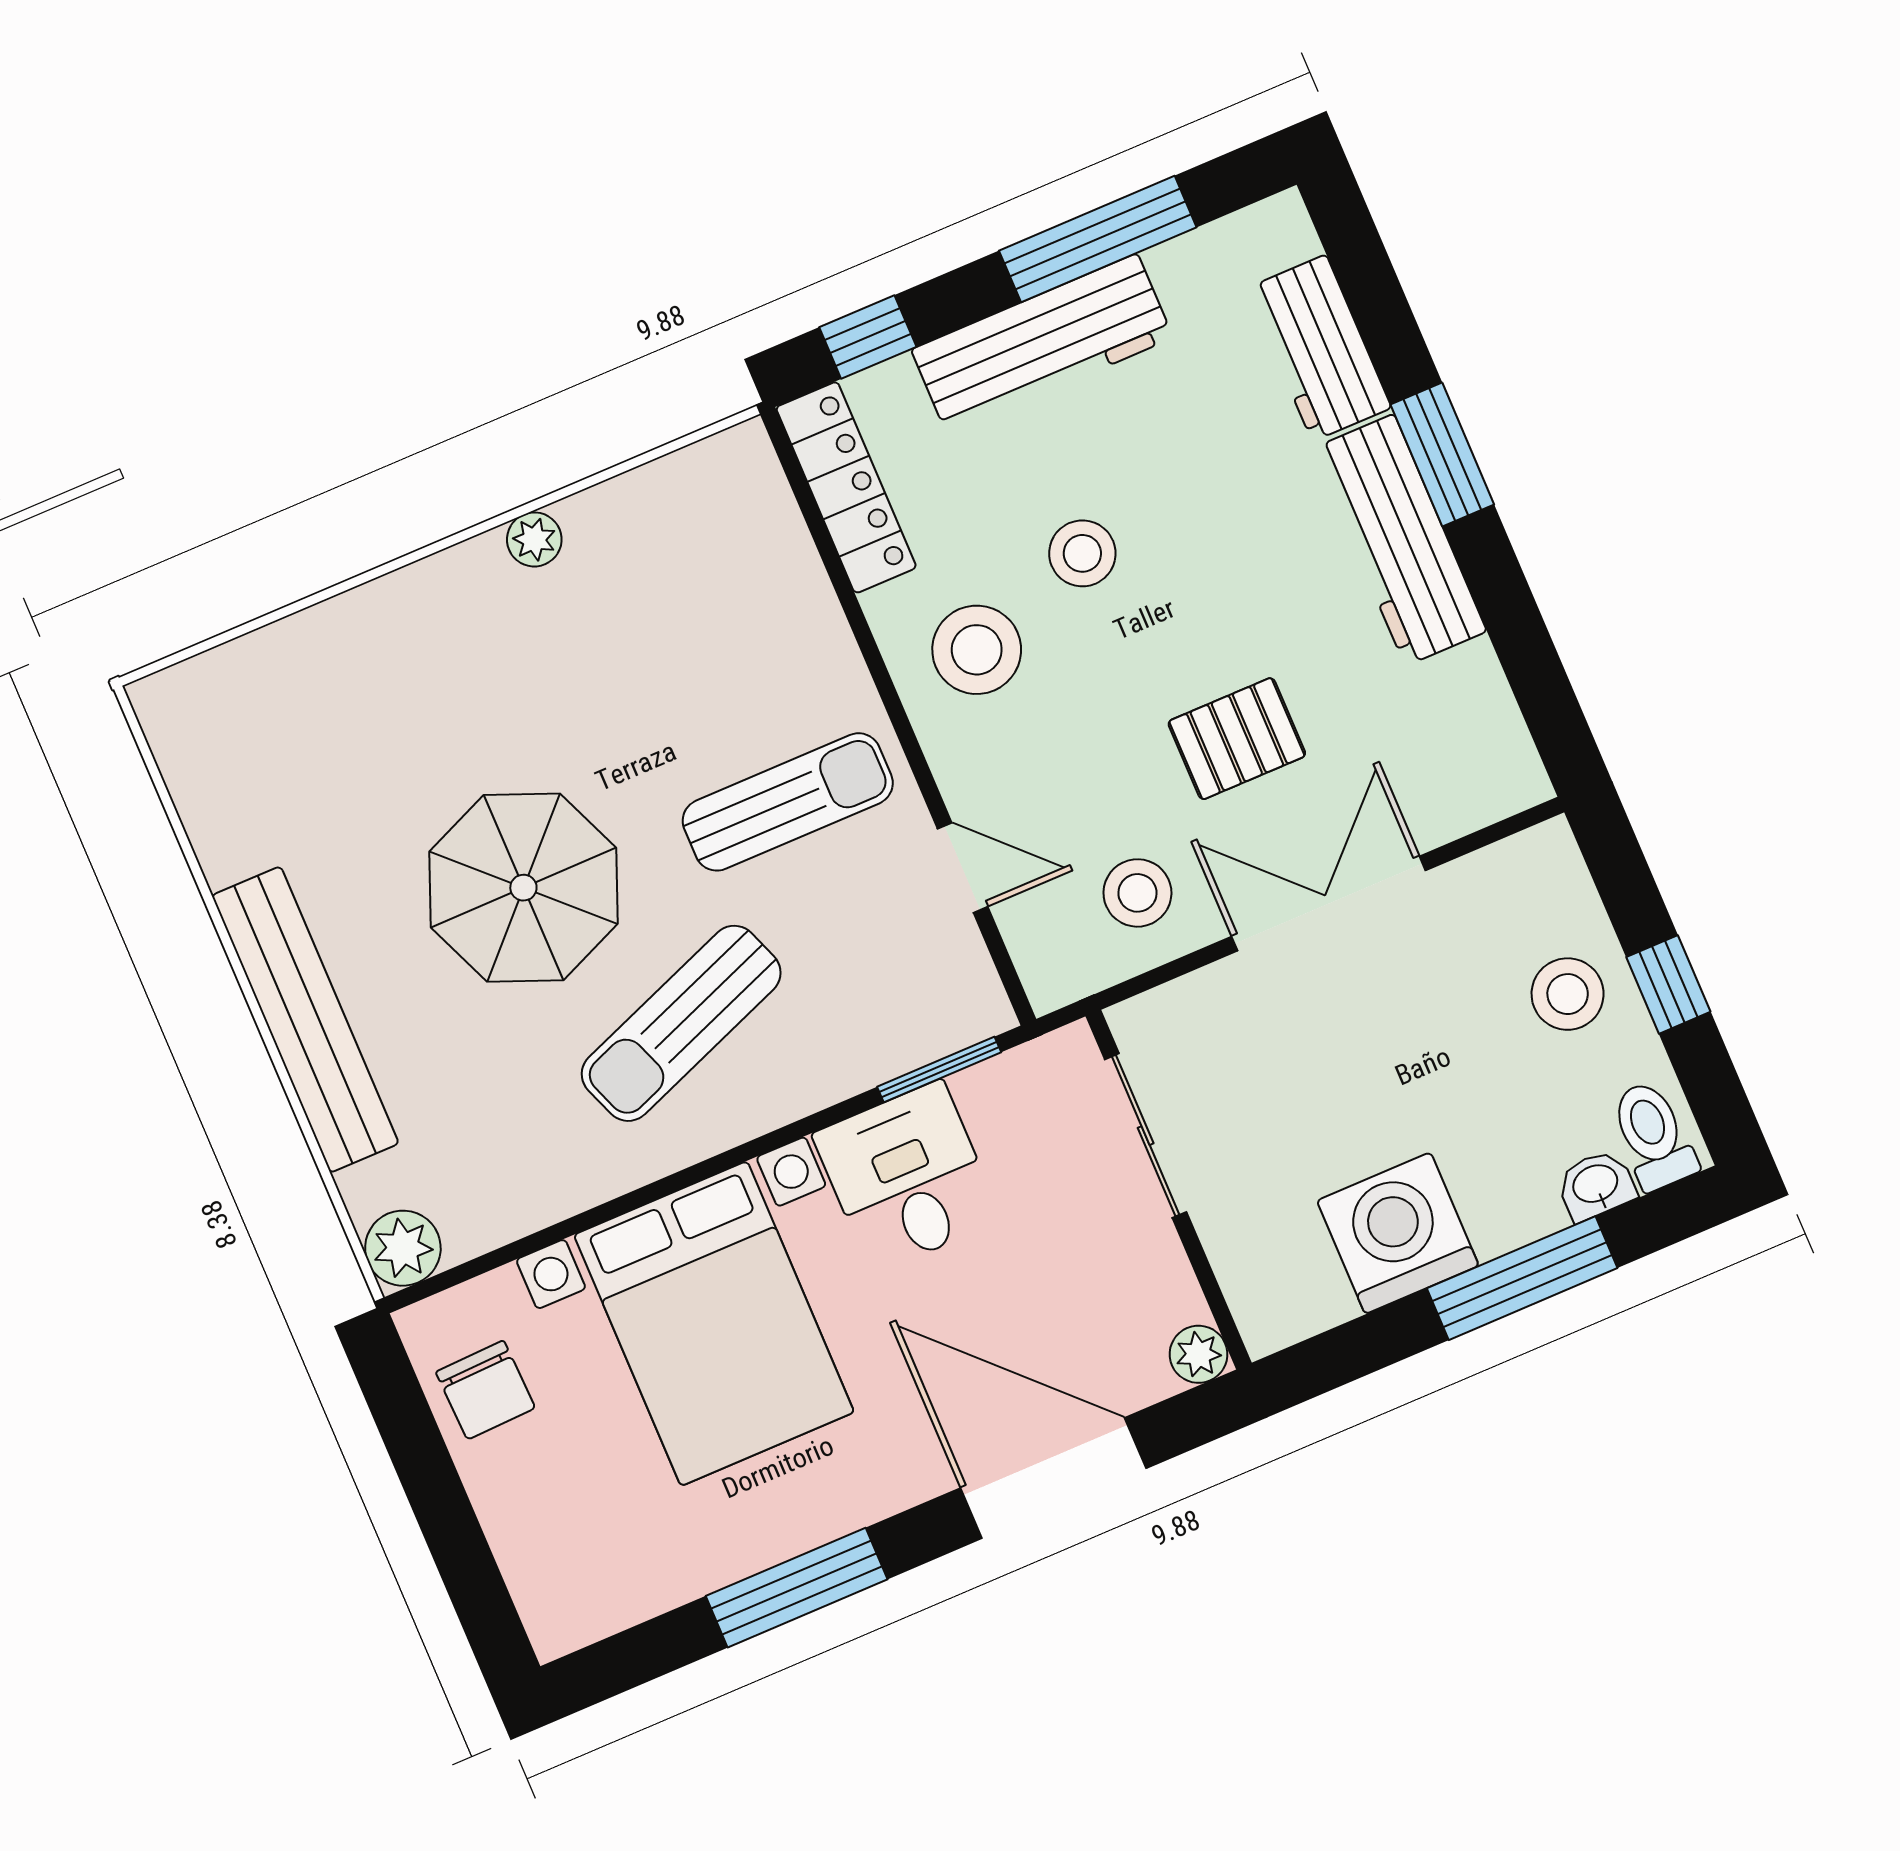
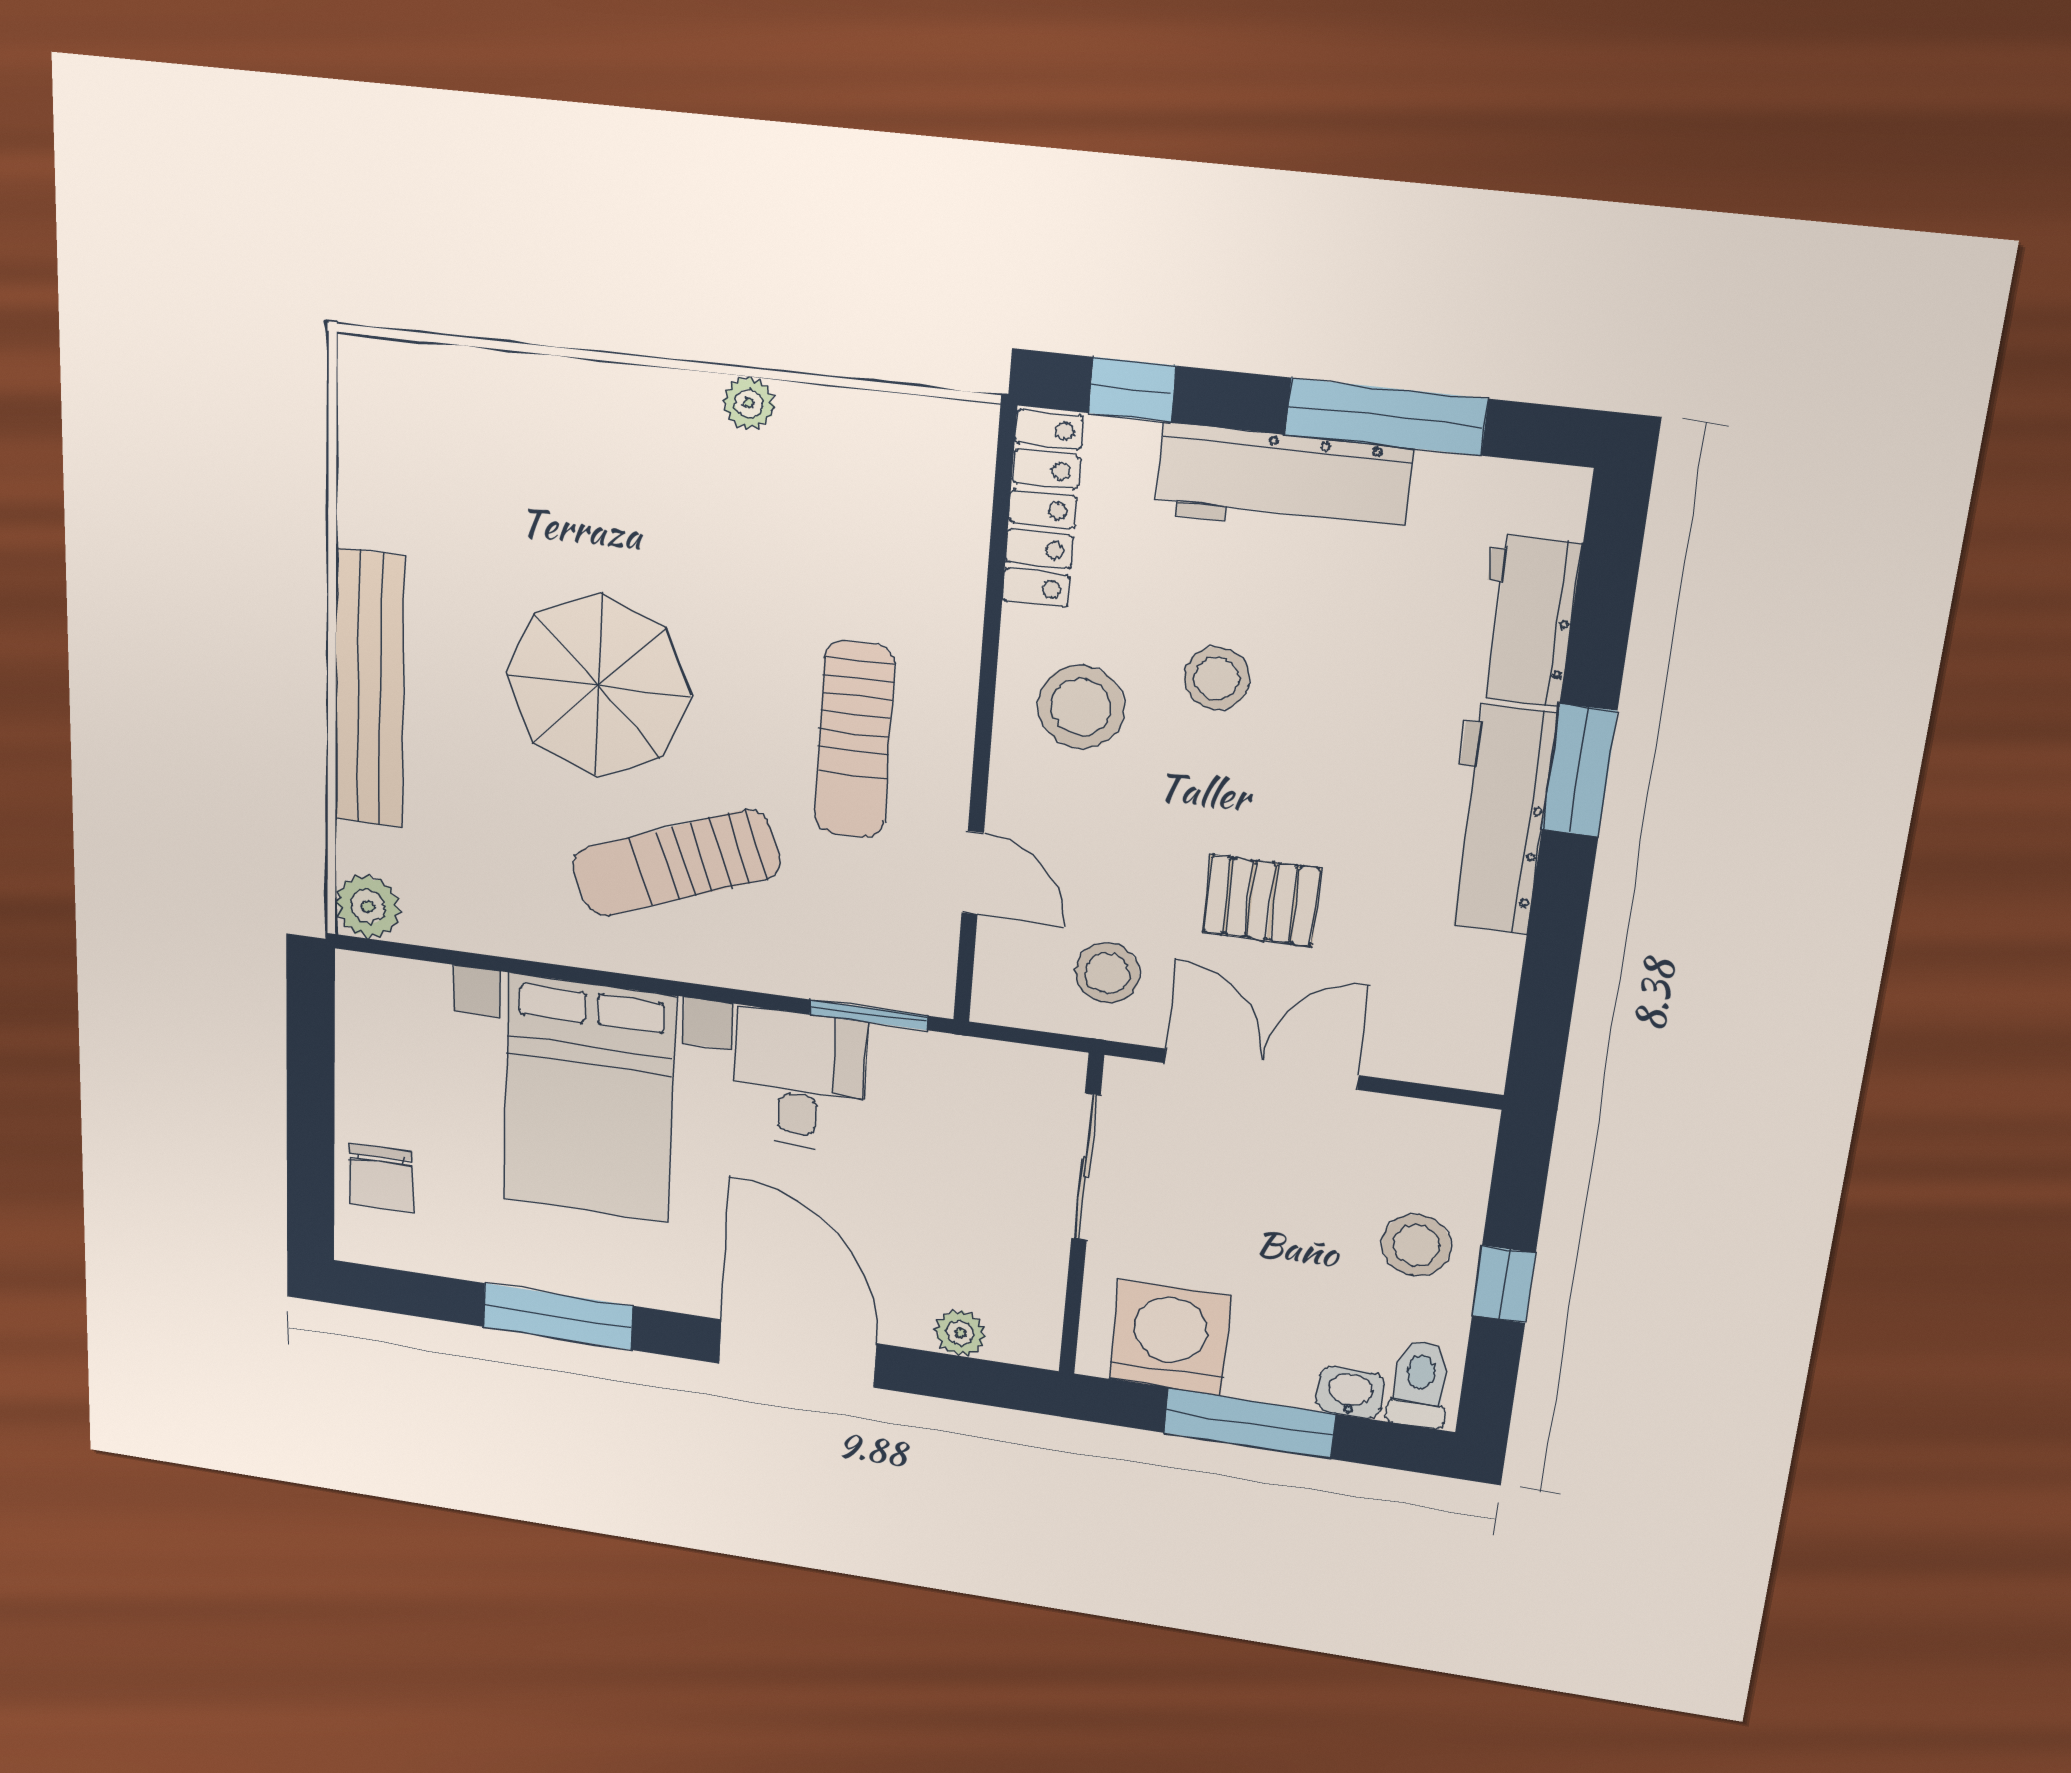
sun lounger: (788, 802) -> (854, 740), turned 90
sliding door: (1146, 1136) -> (1086, 1167), moved
wall: (1169, 1190) -> (1081, 1216), moved
chair: (485, 1390) -> (381, 1178), moved

